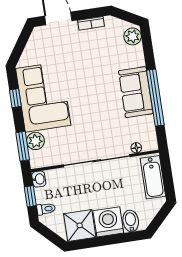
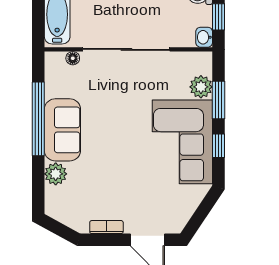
plant: (133, 36) -> (56, 174), moved
window: (23, 146) -> (218, 100), moved

